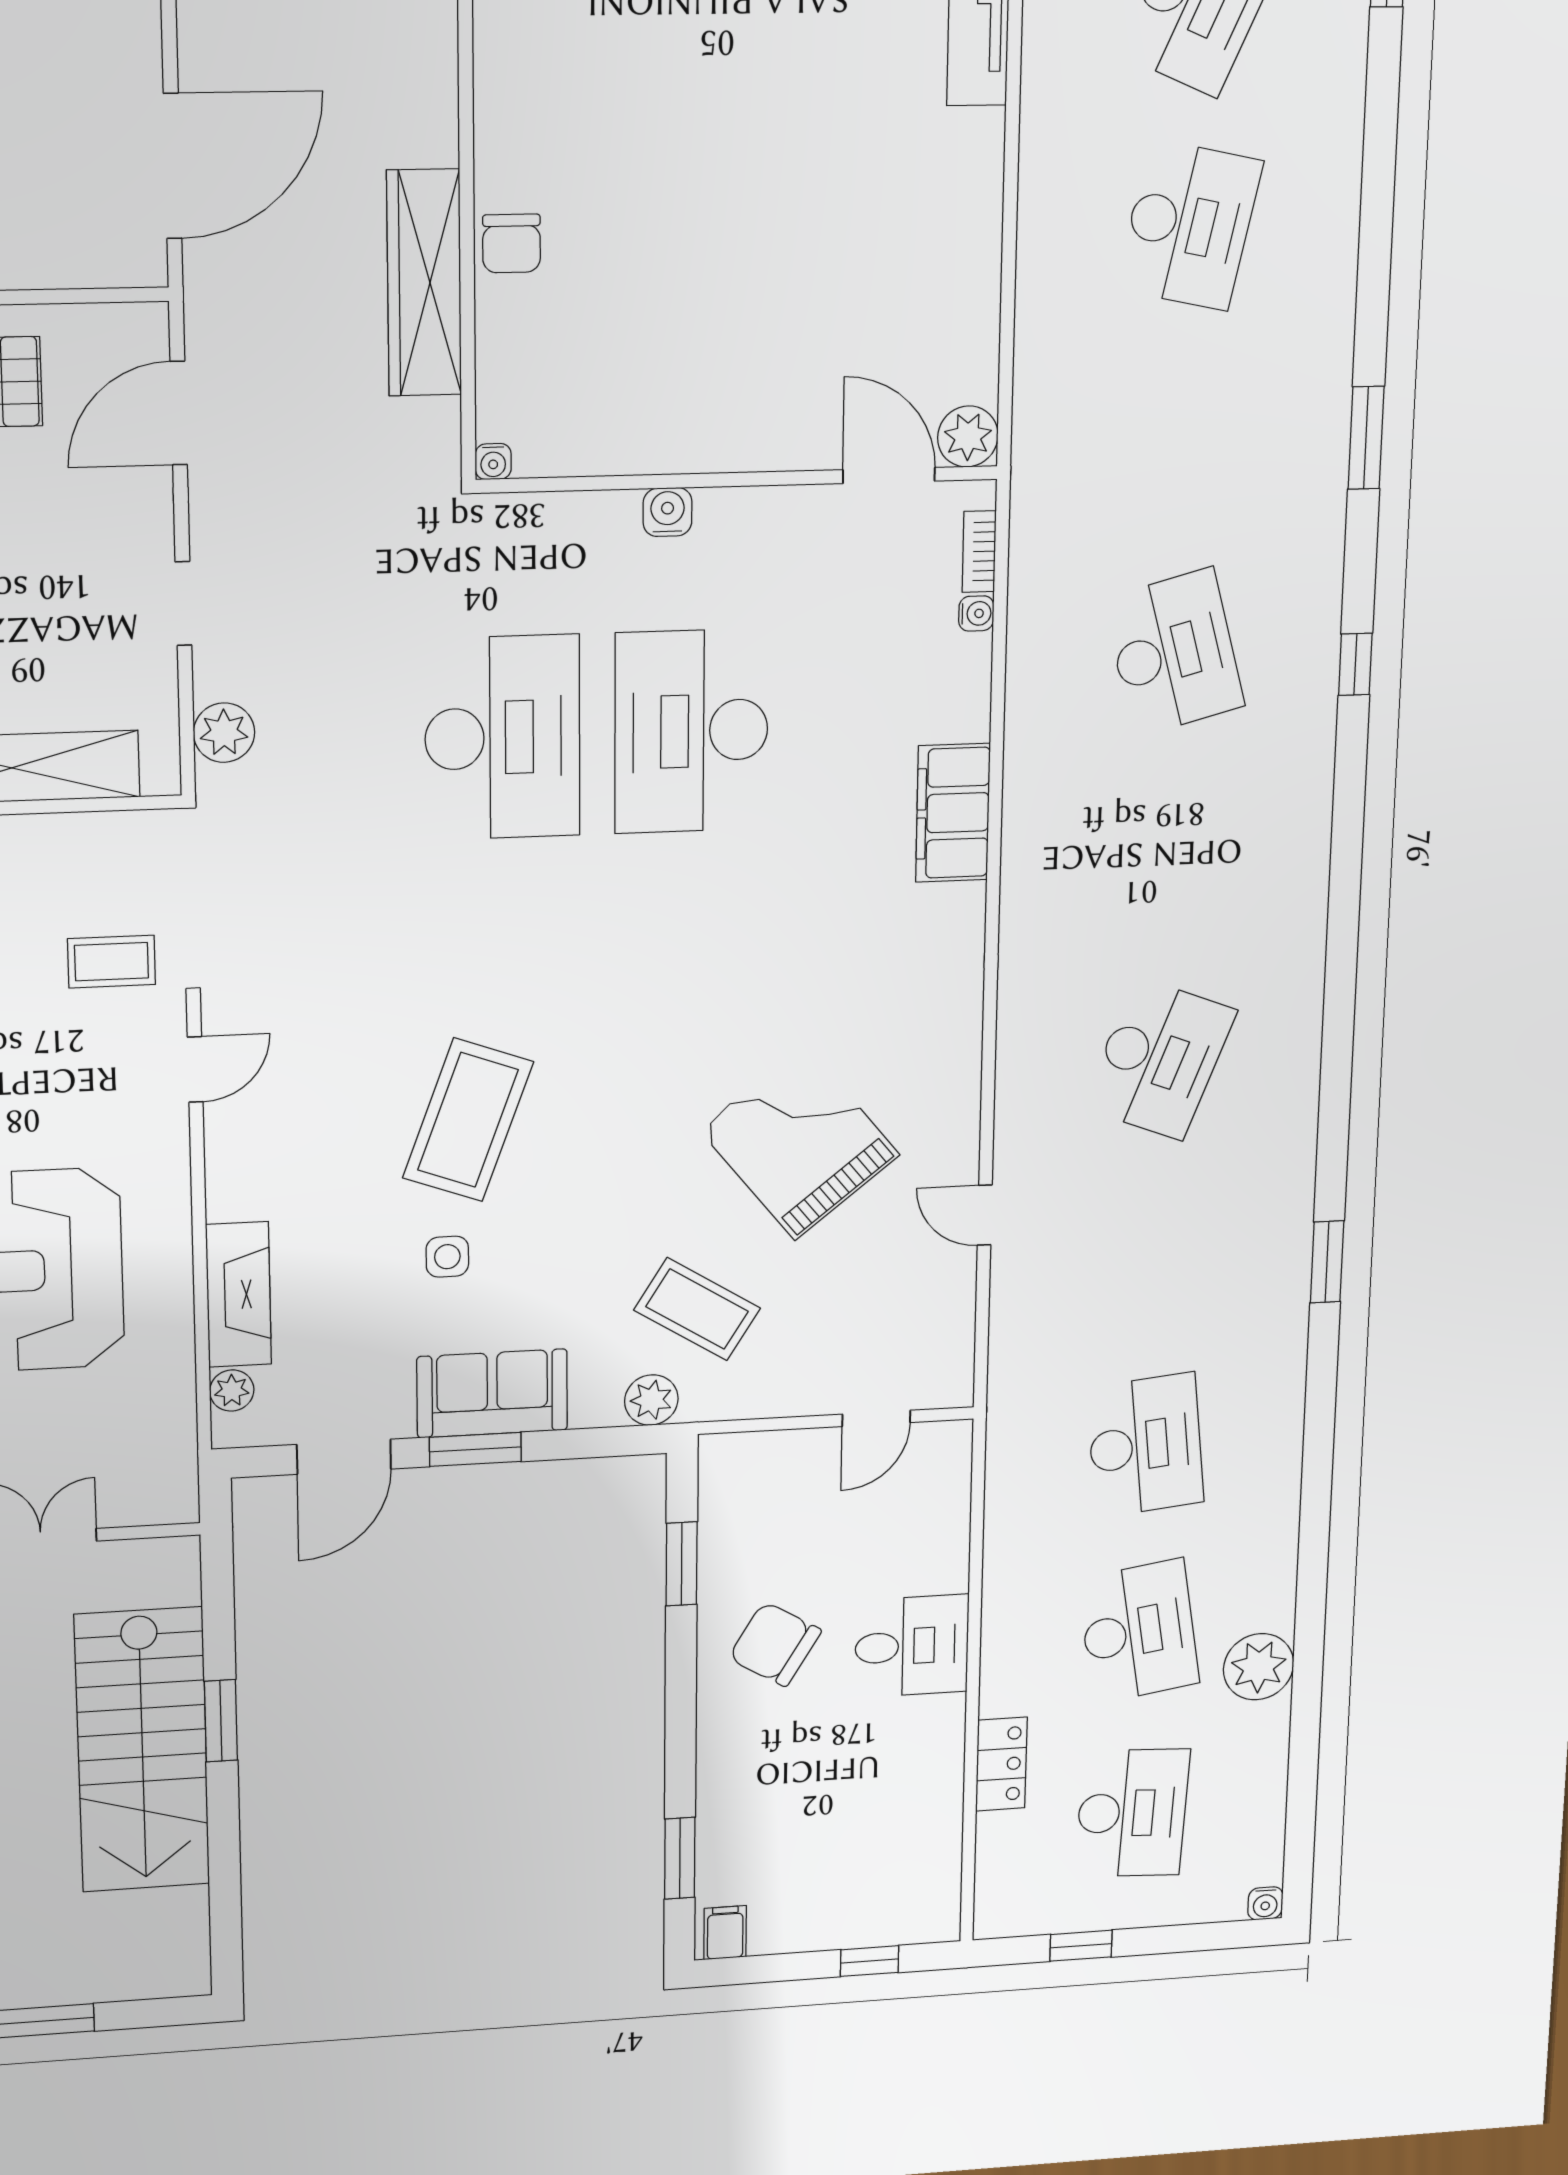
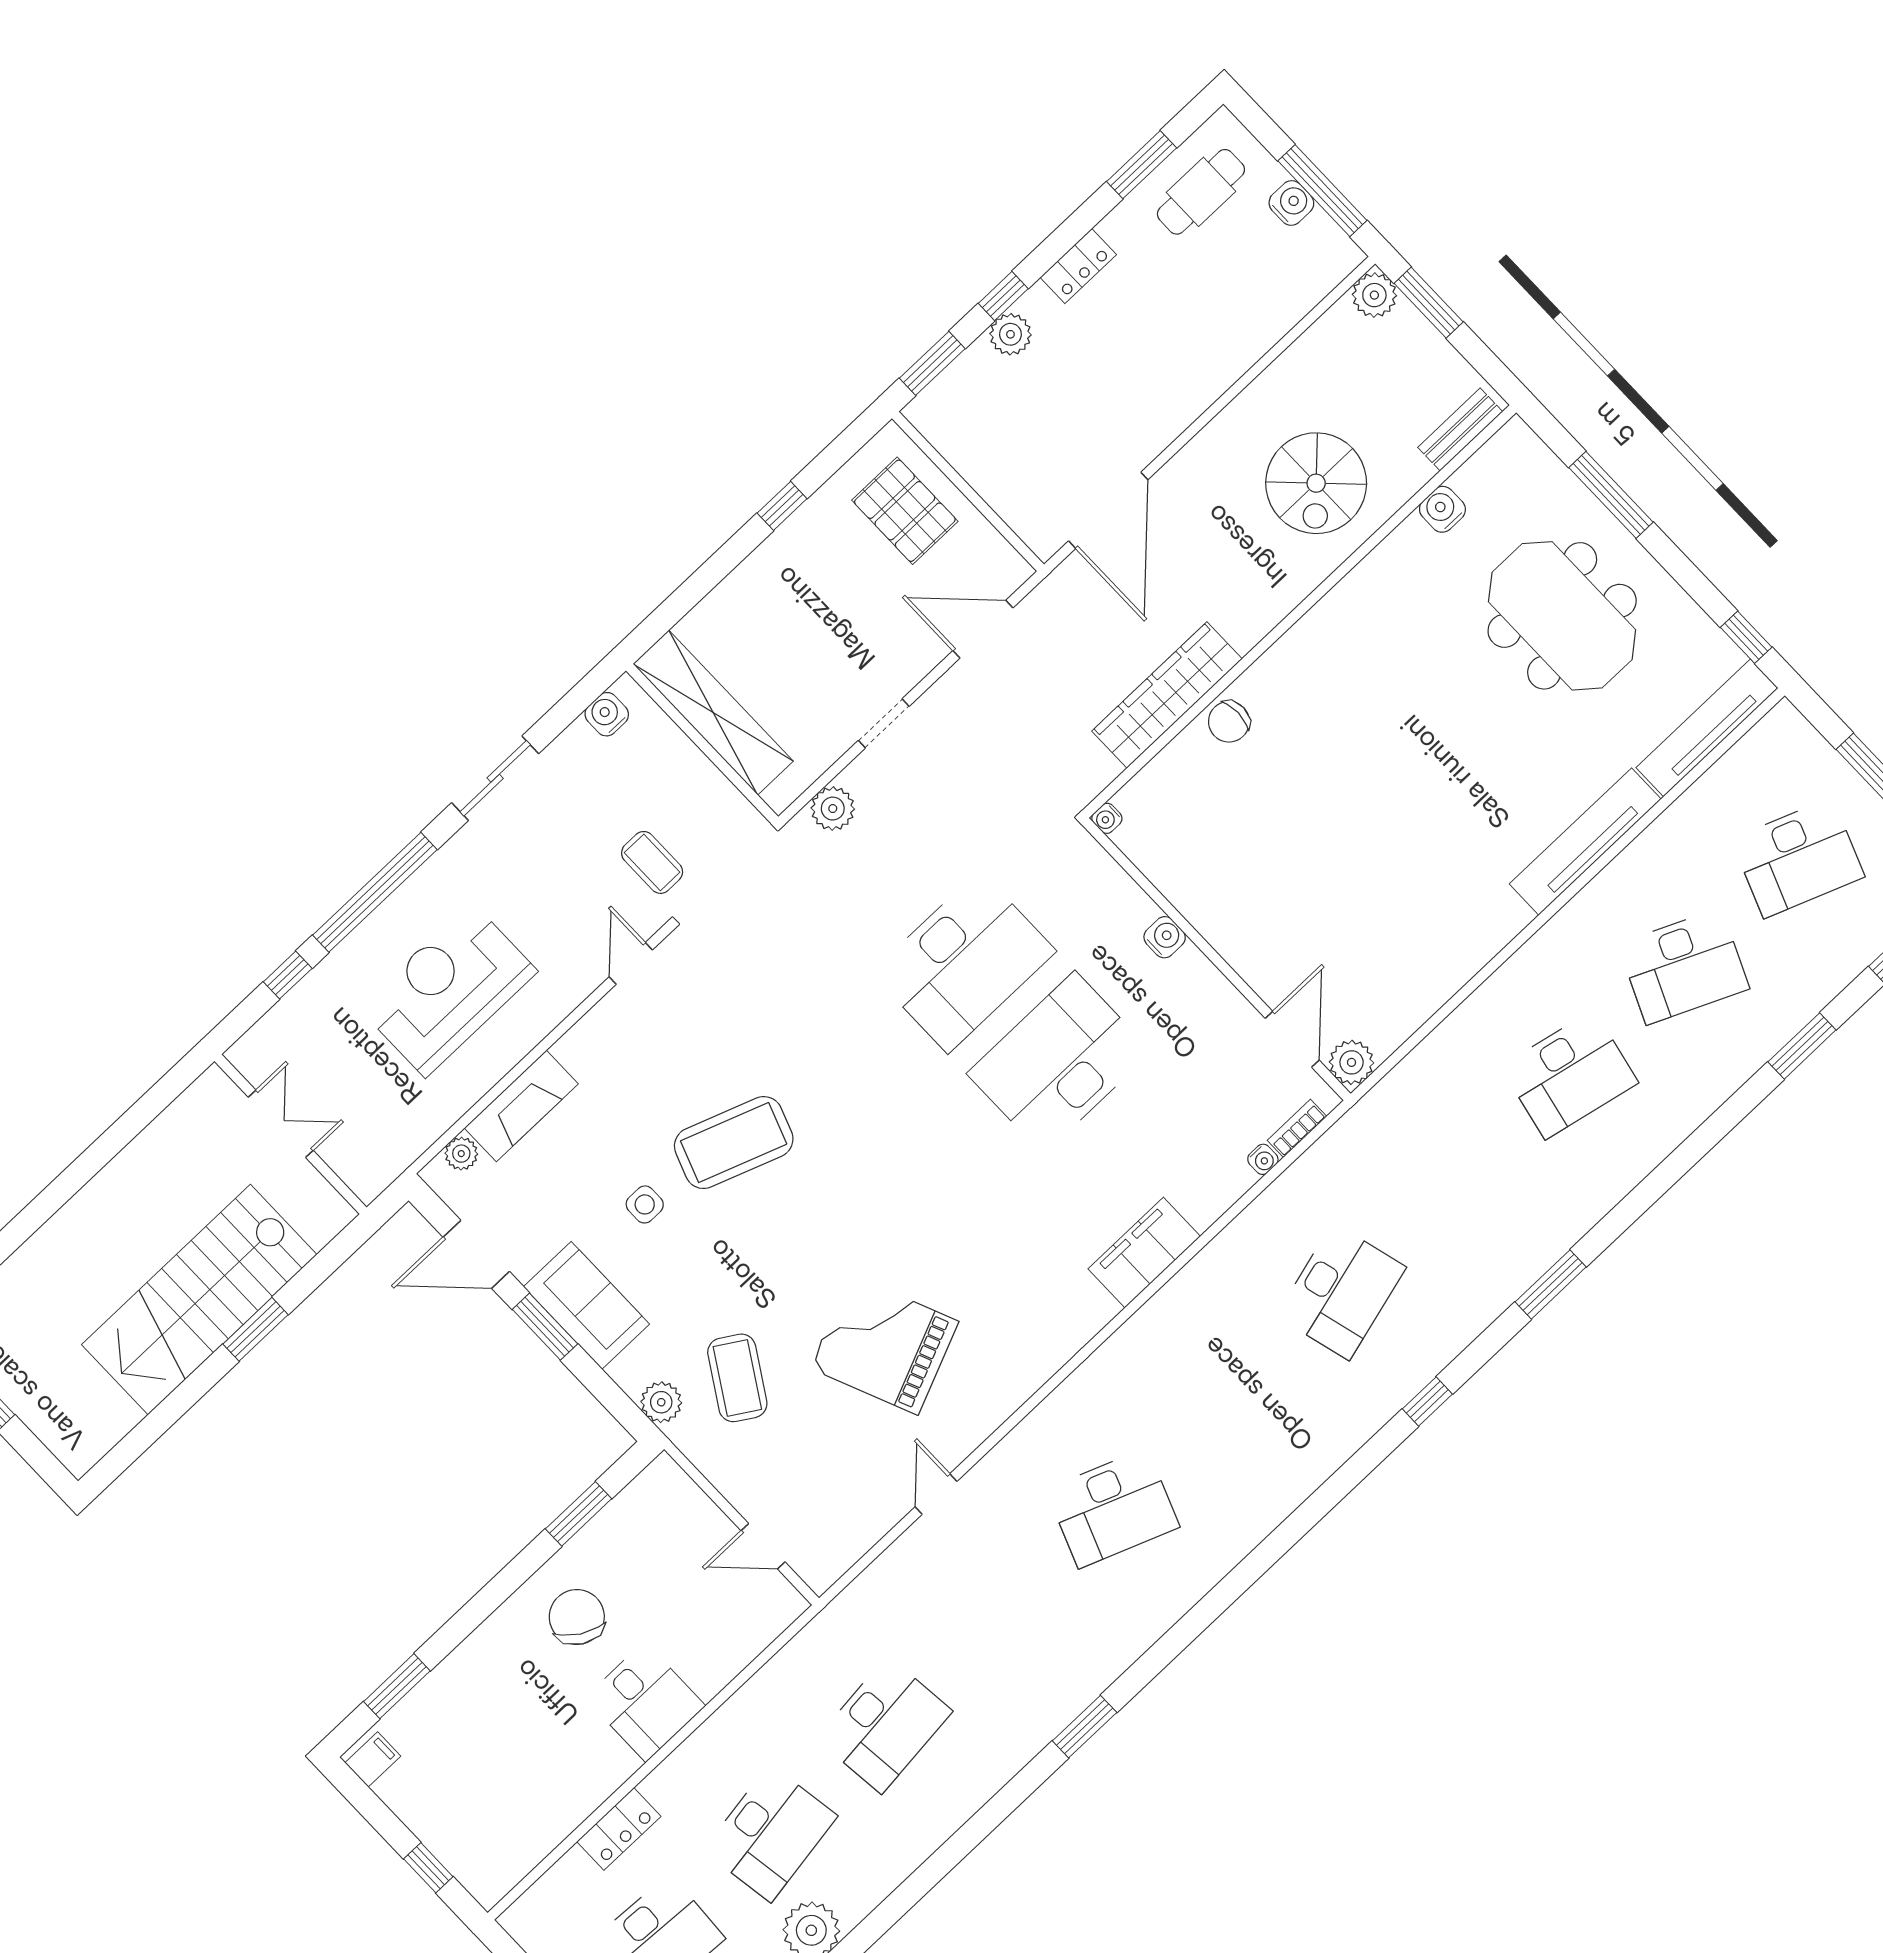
door: (172, 166) -> (1108, 510), hinge flipped
door: (195, 1069) -> (631, 963), swing flipped
grand piano: (800, 1142) -> (884, 1345), turned -74

